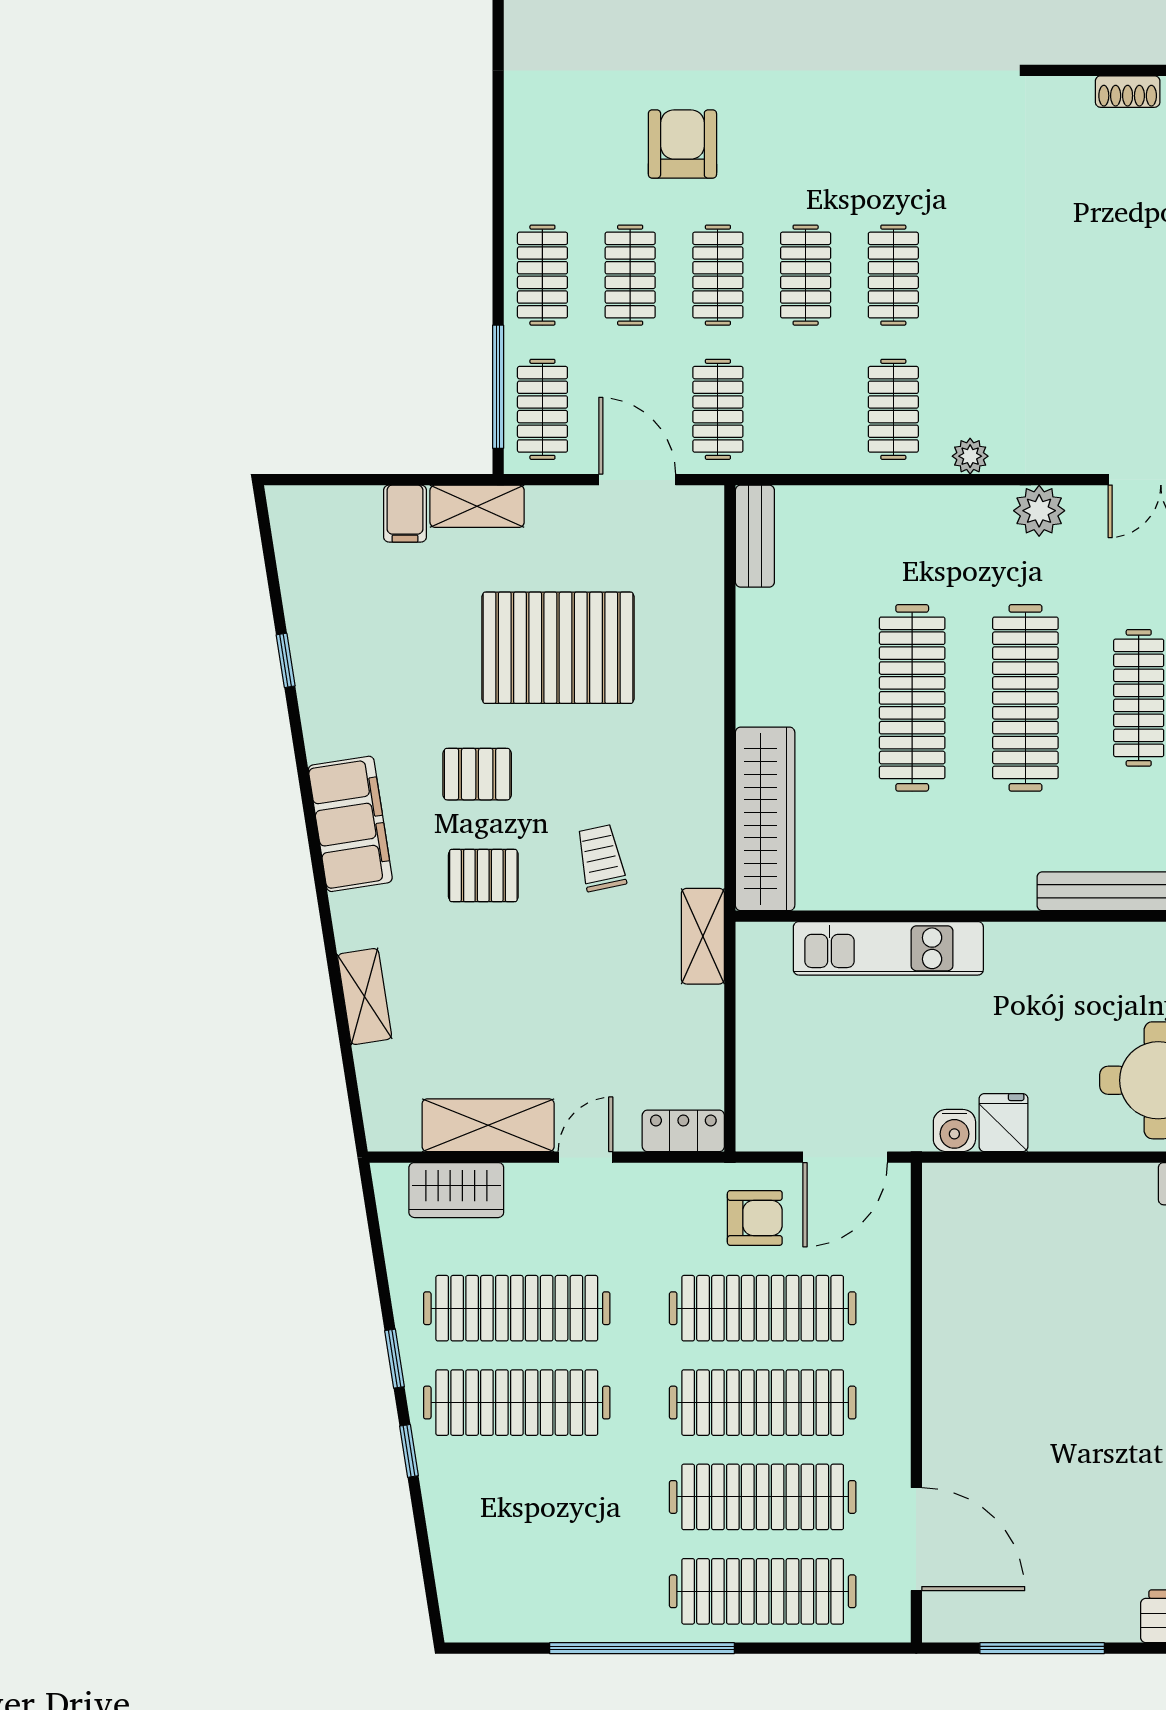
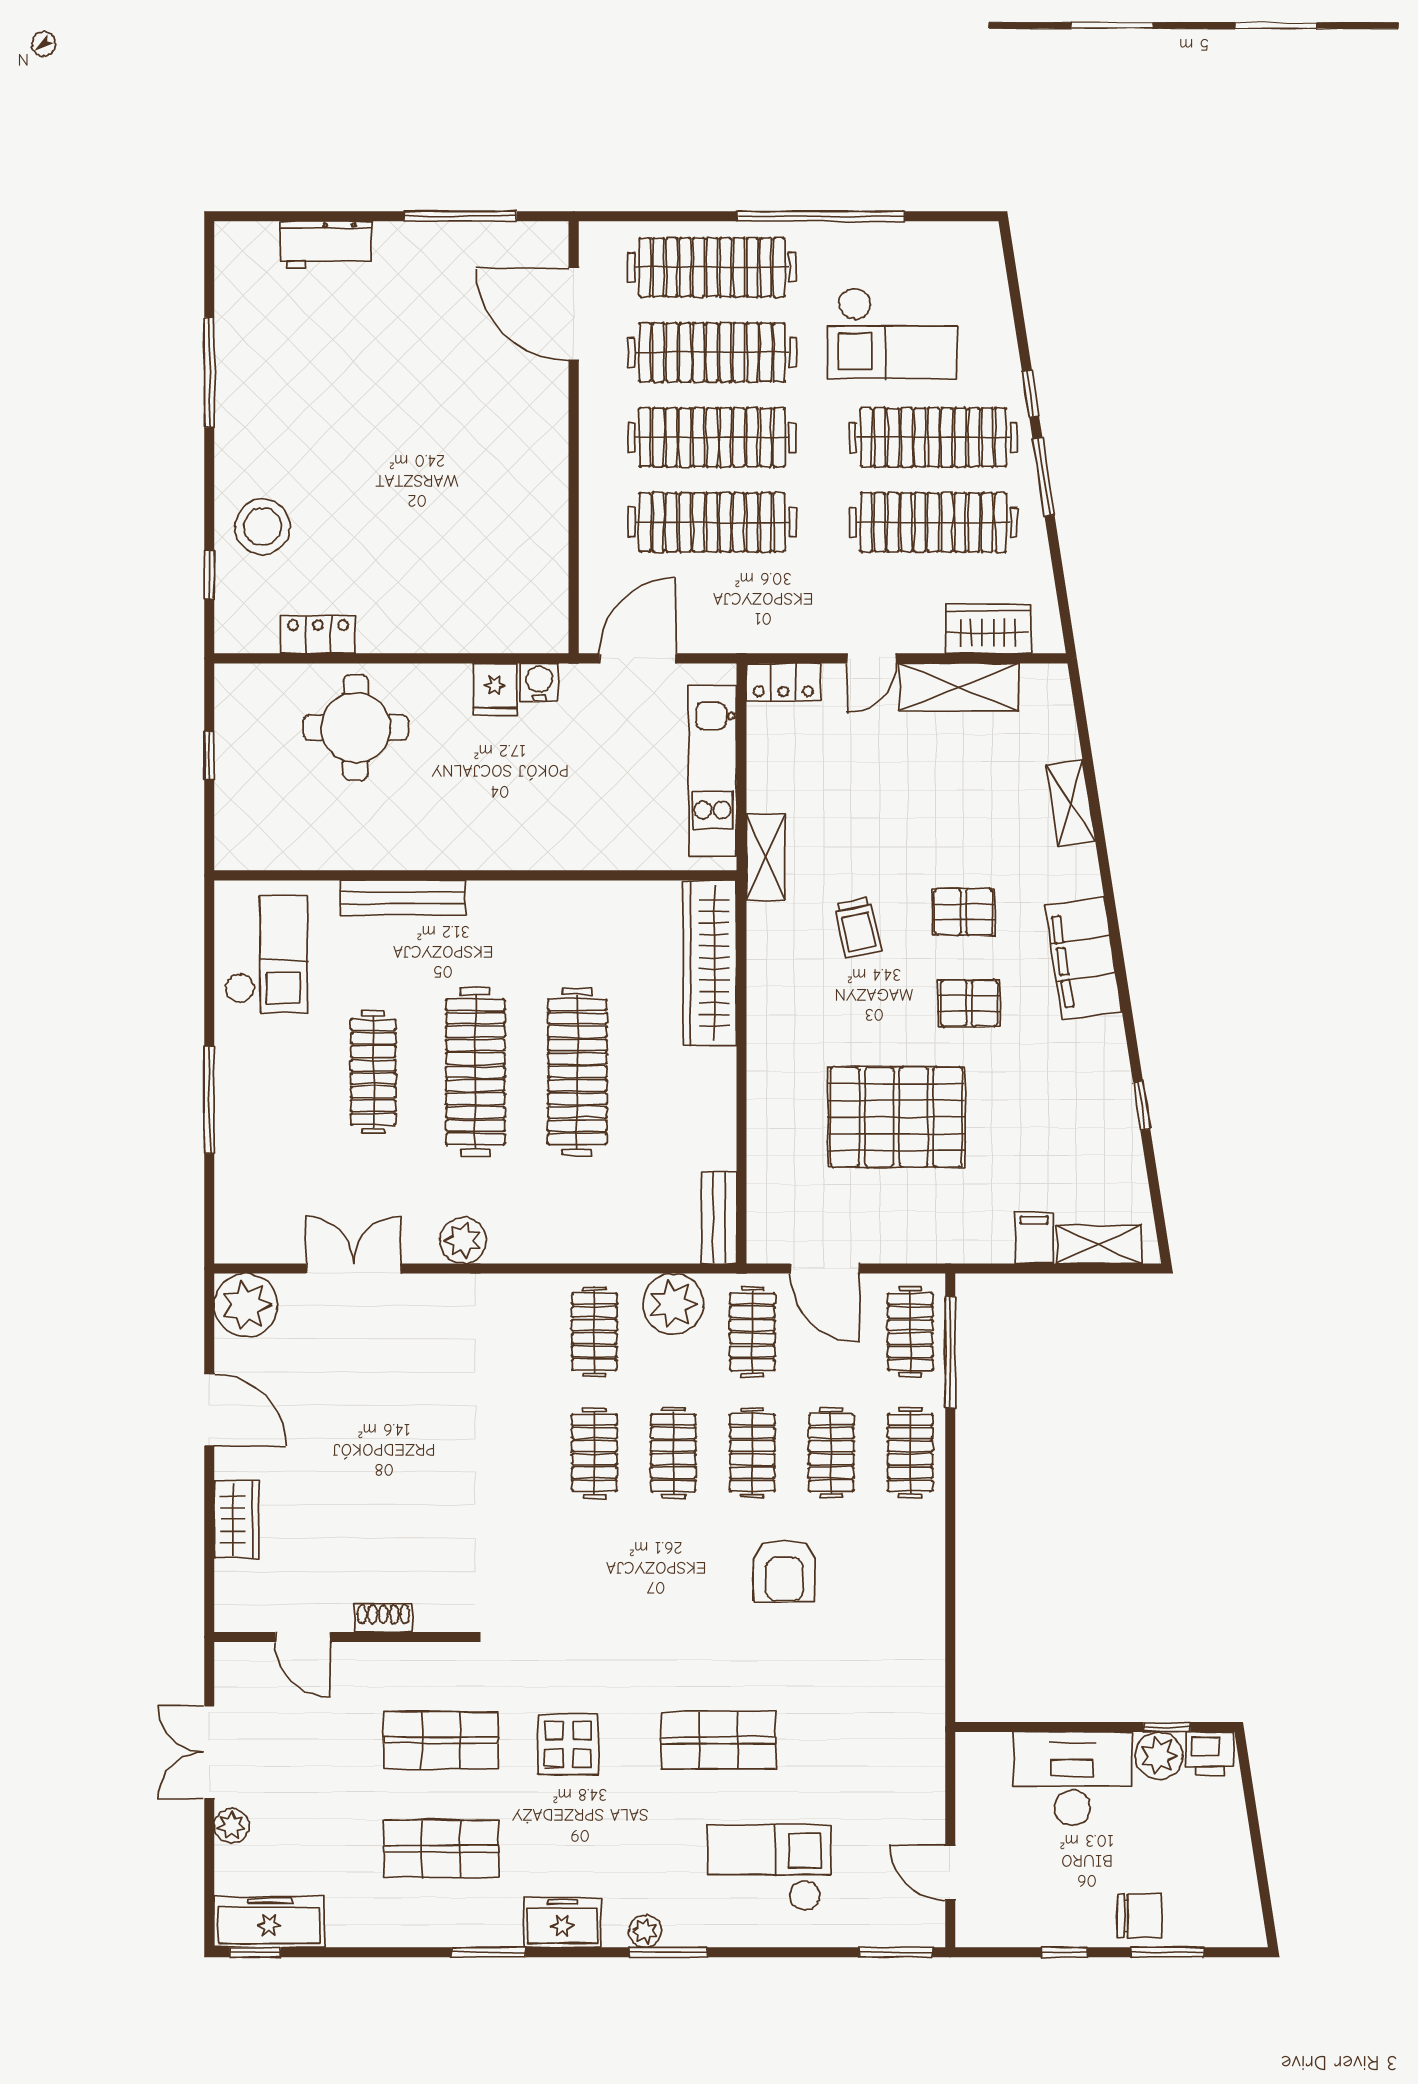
plant: (970, 456) -> (673, 1304), moved, width x1.87, depth x1.87
shelving: (477, 506) -> (1099, 1244), moved
kitchen unit: (888, 948) -> (712, 771), moved, turned -90
armchair: (755, 1218) -> (719, 604), removed
window: (395, 1359) -> (1043, 477), width x1.50
checkout: (562, 1518) -> (892, 333), added

